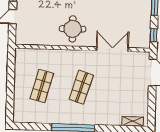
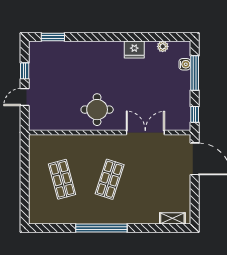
shop shelf: (42, 86) -> (62, 179), turned -30

